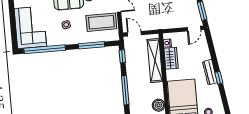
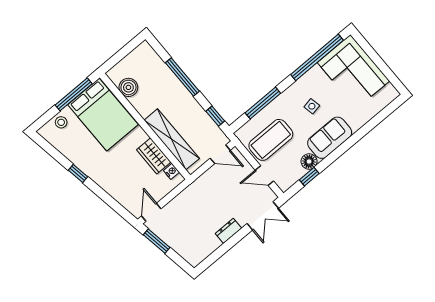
dresser: (210, 72) -> (94, 173), removed

